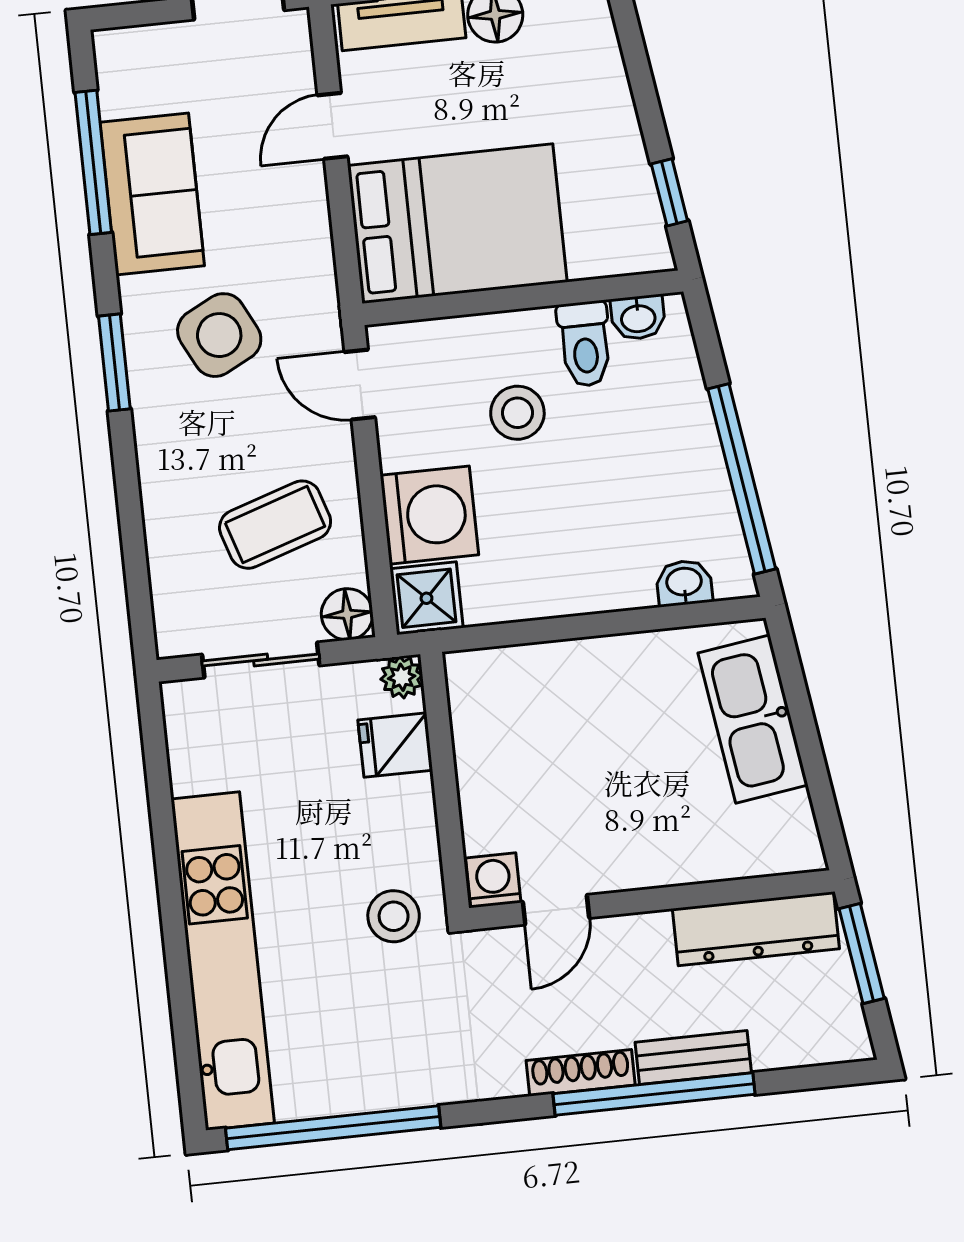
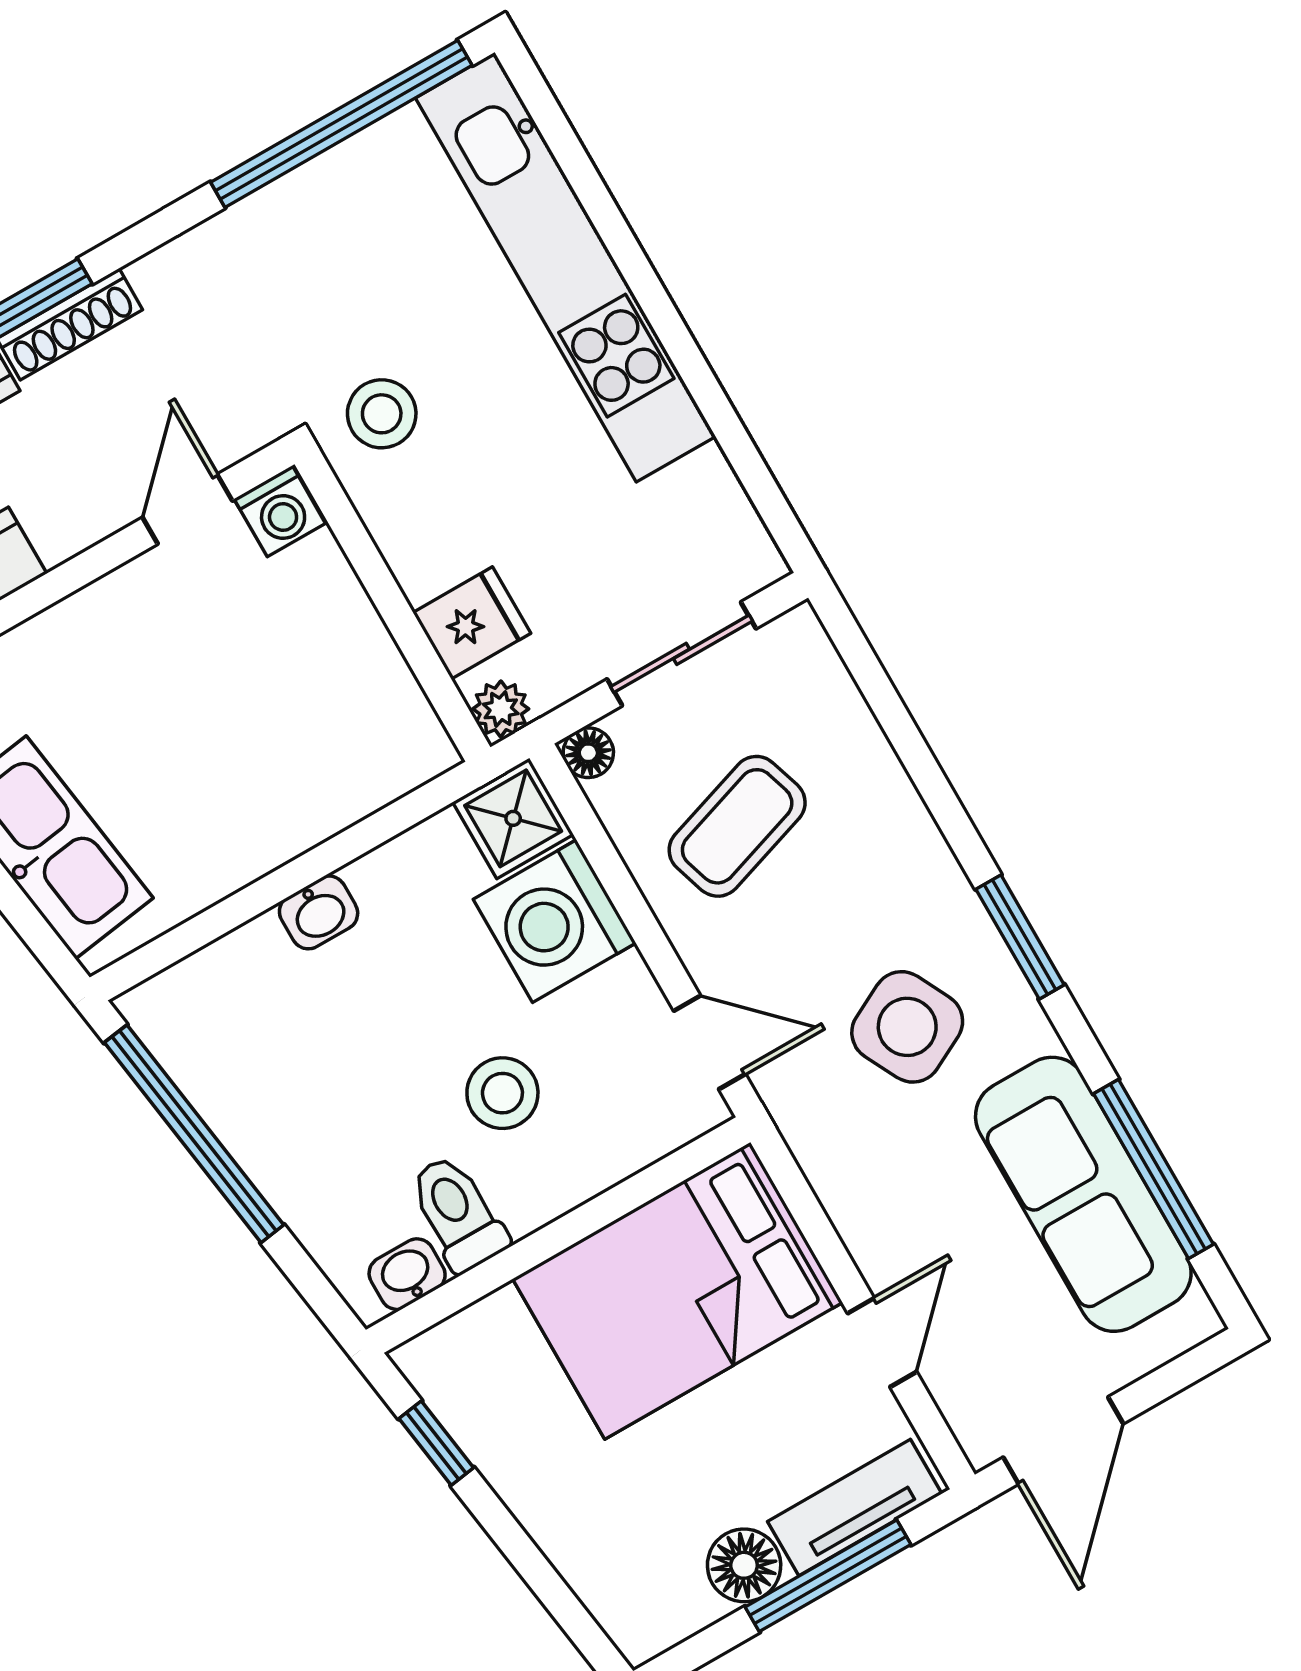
sofa: (152, 194) -> (1083, 1194), width x1.36
washbasin: (684, 583) -> (319, 912), moved
floor lamp: (347, 614) -> (588, 753), width x0.73, depth x0.73

